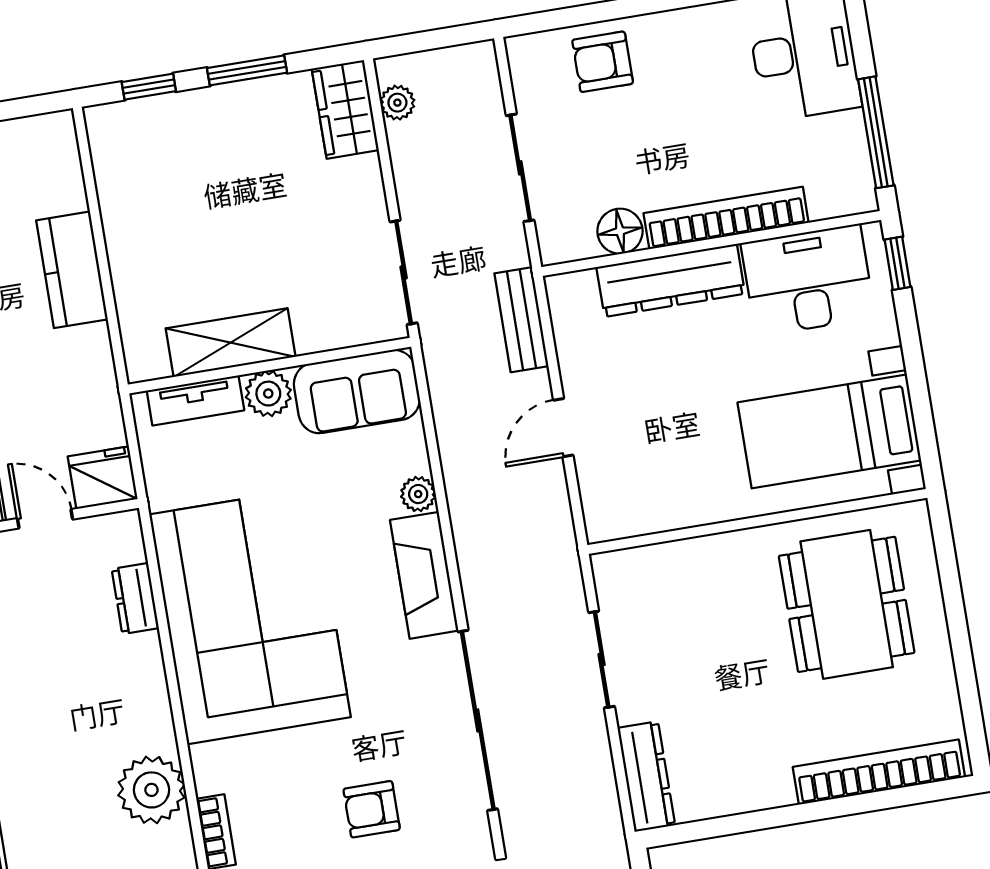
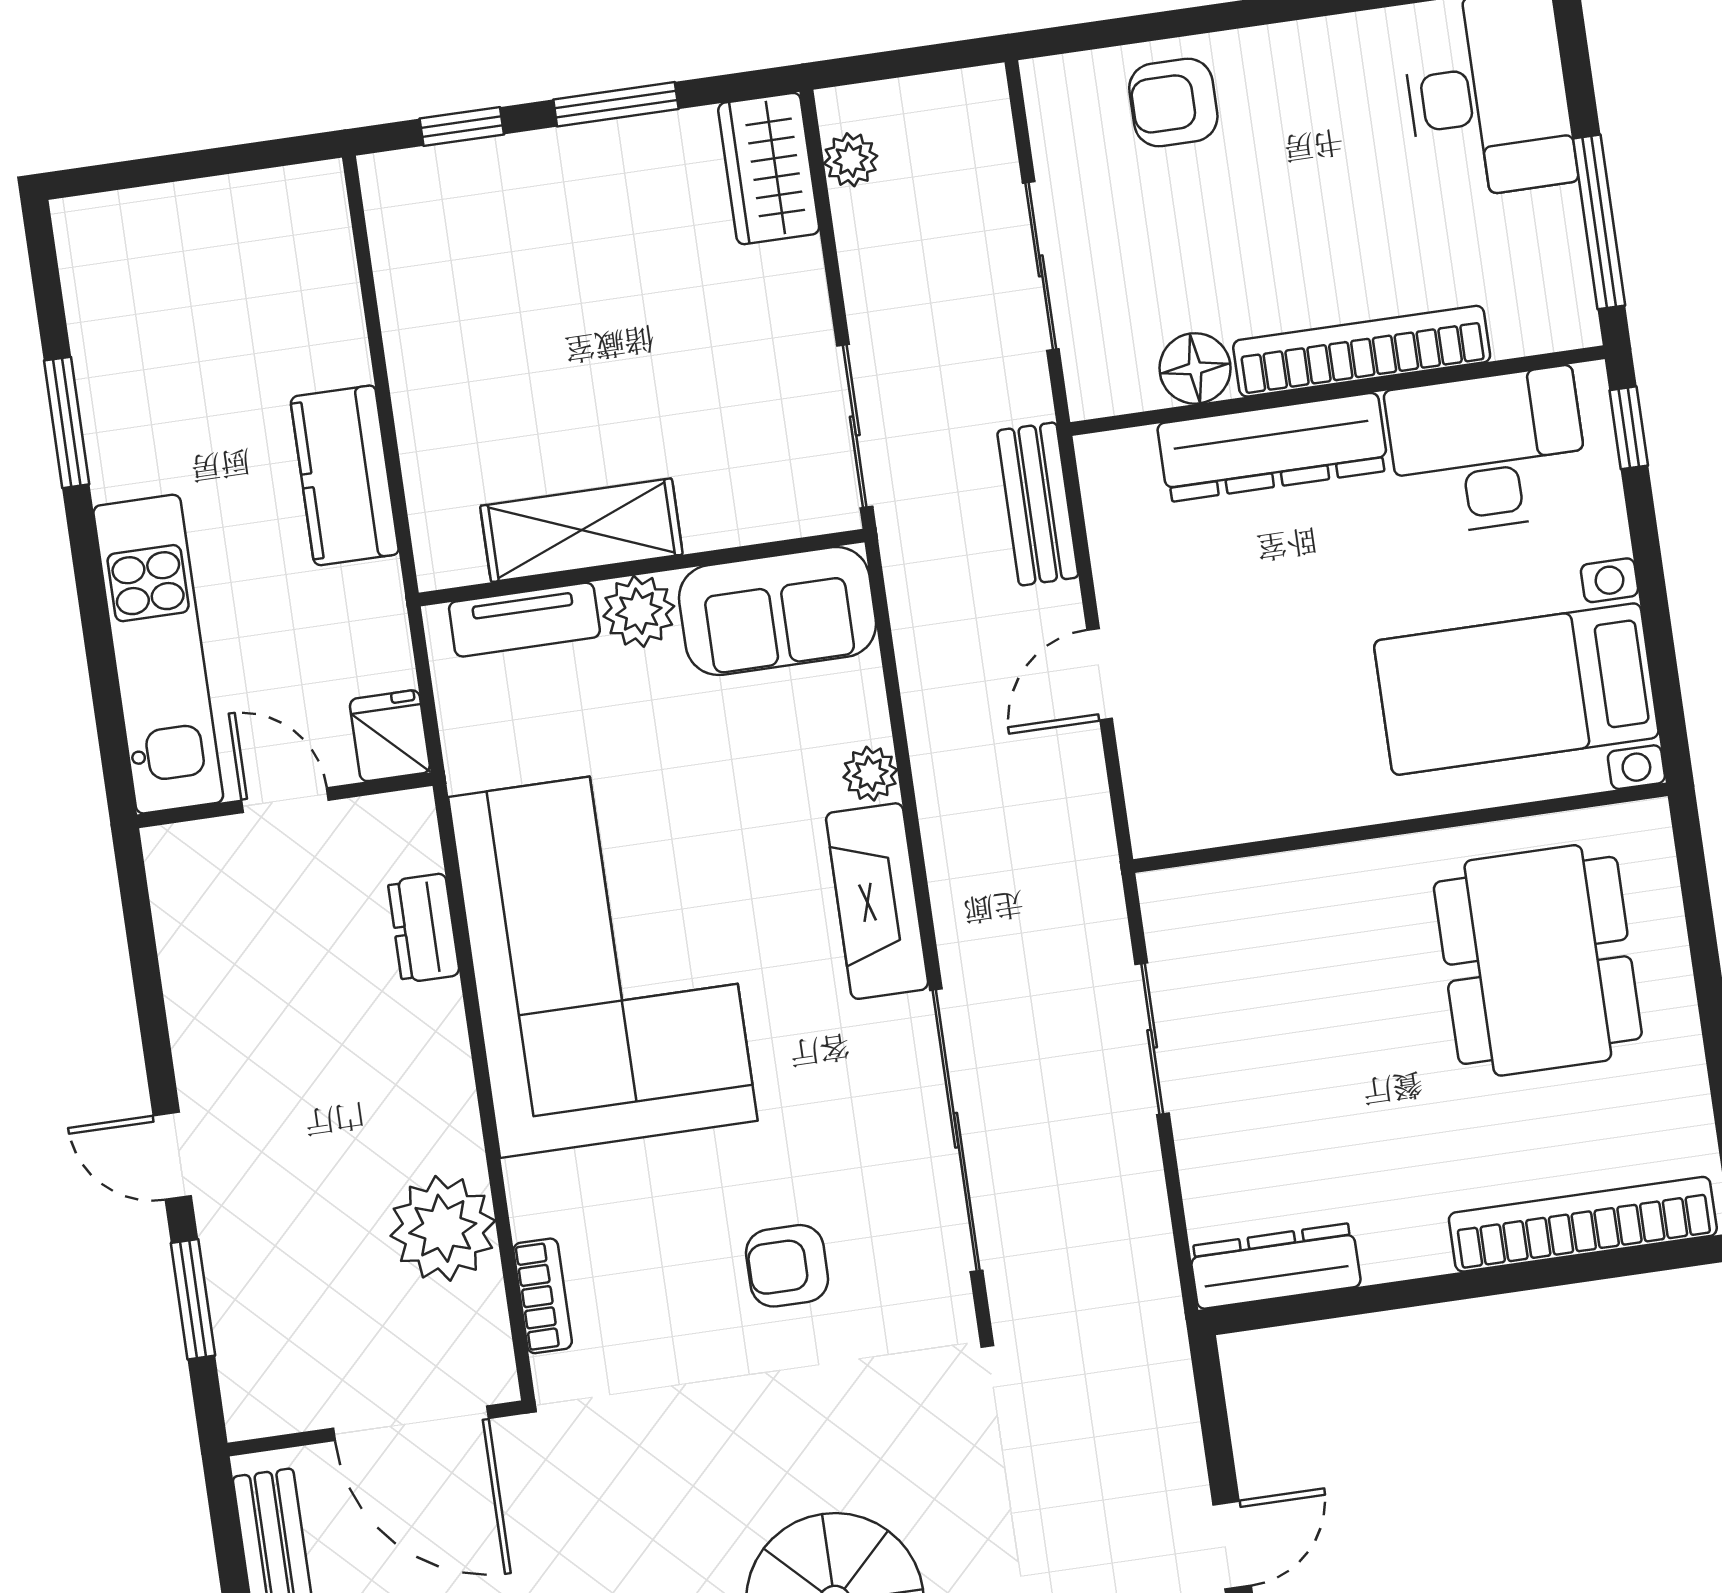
kitchen counter: (72, 270) -> (345, 475), moved
fridge: (103, 478) -> (390, 736), width x0.72
dresser: (646, 777) -> (1275, 1266), moved, turned -90

